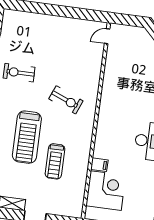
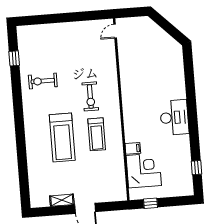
exercise bike: (66, 100) -> (90, 96), turned 68
treadmill: (55, 161) -> (97, 134), moved

